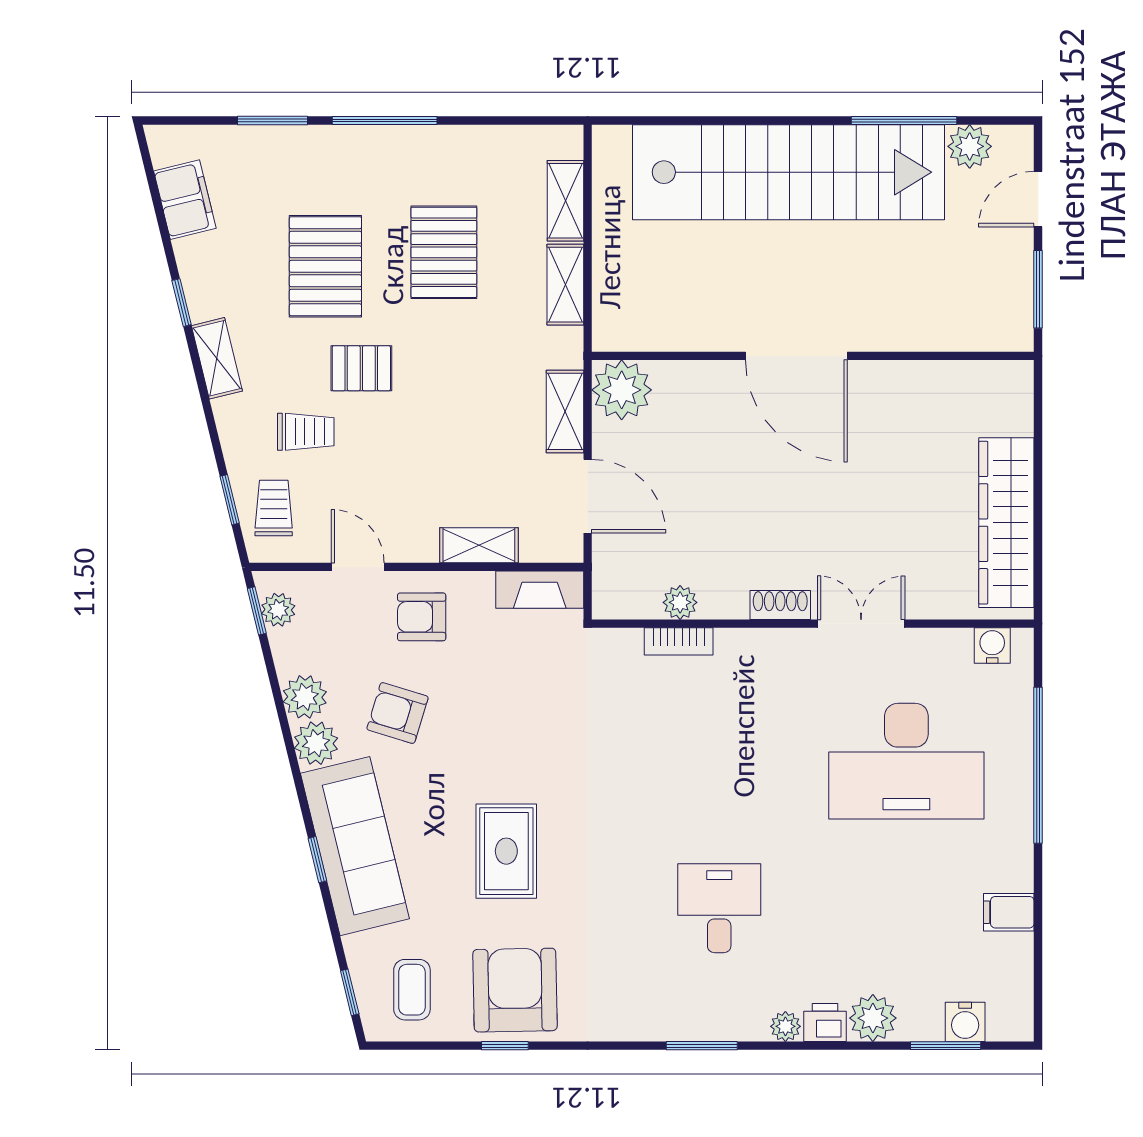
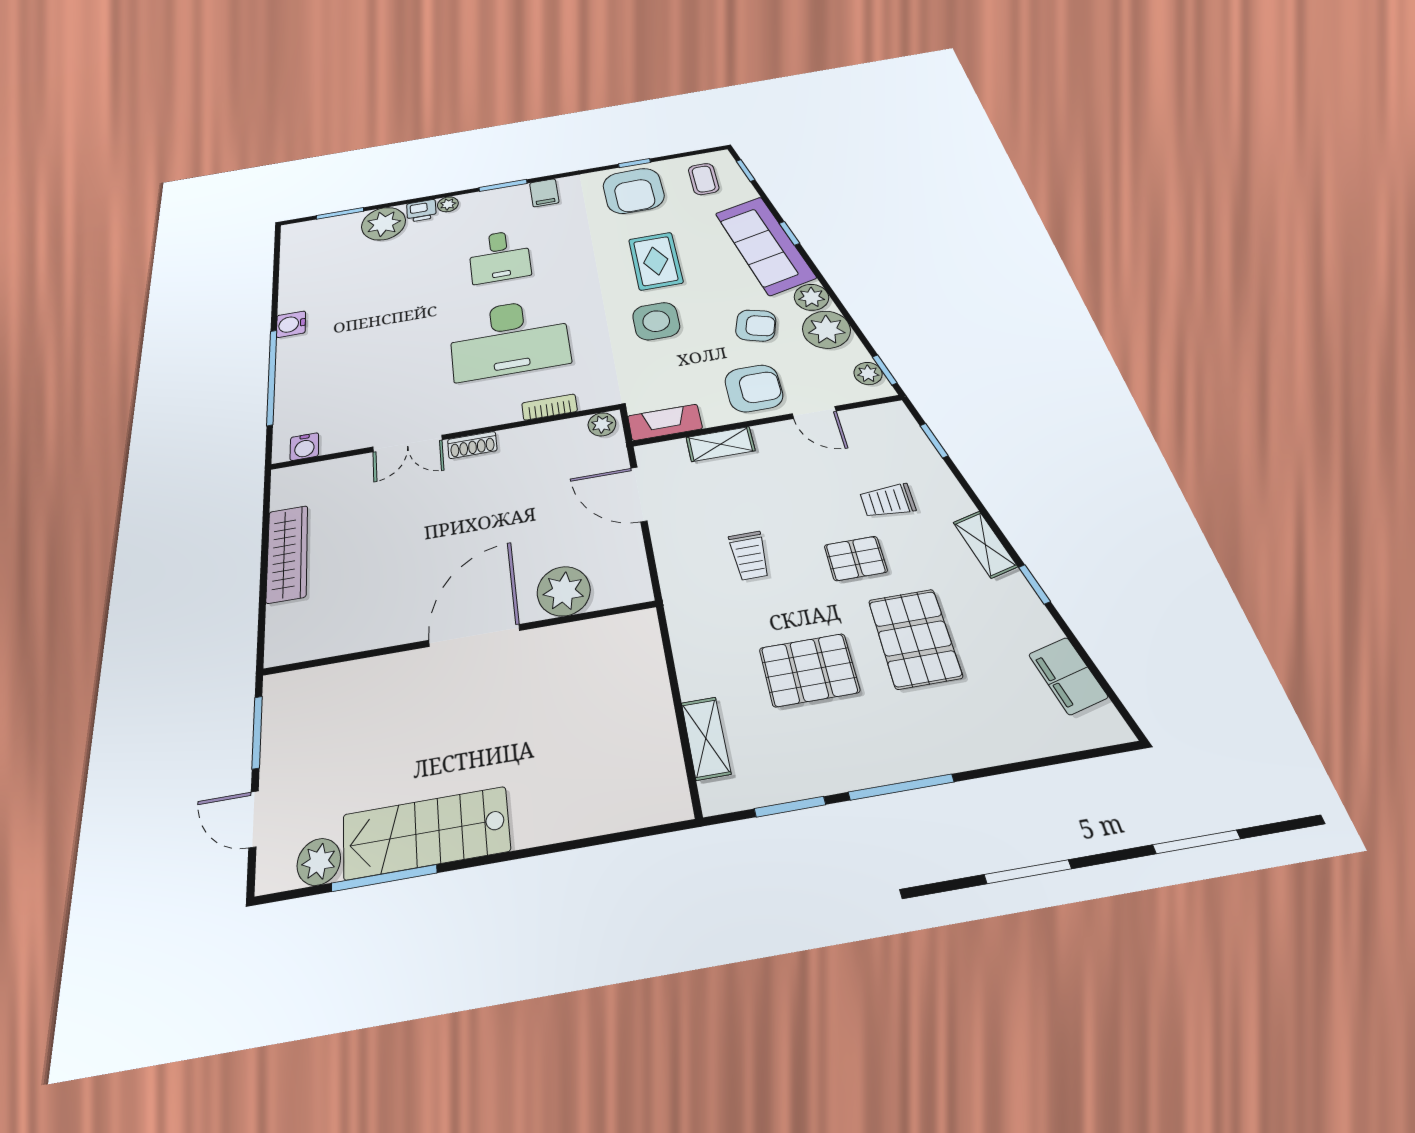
window: (272, 120) -> (790, 807), moved
stairs: (789, 172) -> (426, 833), width x0.54, depth x0.66
door: (1038, 199) -> (254, 819), swing flipped
pallet: (444, 252) -> (809, 670), turned 90
shelving: (565, 285) -> (691, 661), removed
door: (796, 356) -> (474, 635), hinge flipped
plant: (622, 390) -> (564, 591), moved
shelving: (565, 411) -> (670, 555), removed
trolley: (274, 508) -> (749, 555), moved
wardrobe: (1006, 523) -> (287, 554), width x0.71, depth x0.85
plant: (680, 602) -> (602, 424), moved
armchair: (422, 617) -> (754, 388), width x1.38, depth x1.38
plant: (305, 697) -> (826, 330), width x1.36, depth x1.36
side table: (523, 748) -> (656, 321), added
desk: (906, 761) -> (509, 338), moved, turned 180
filing cabinet: (1009, 912) -> (544, 193), moved, turned 90
plant: (873, 1018) -> (384, 224), width x1.36, depth x1.36
water cooler: (965, 1022) -> (291, 324), moved, turned -90

